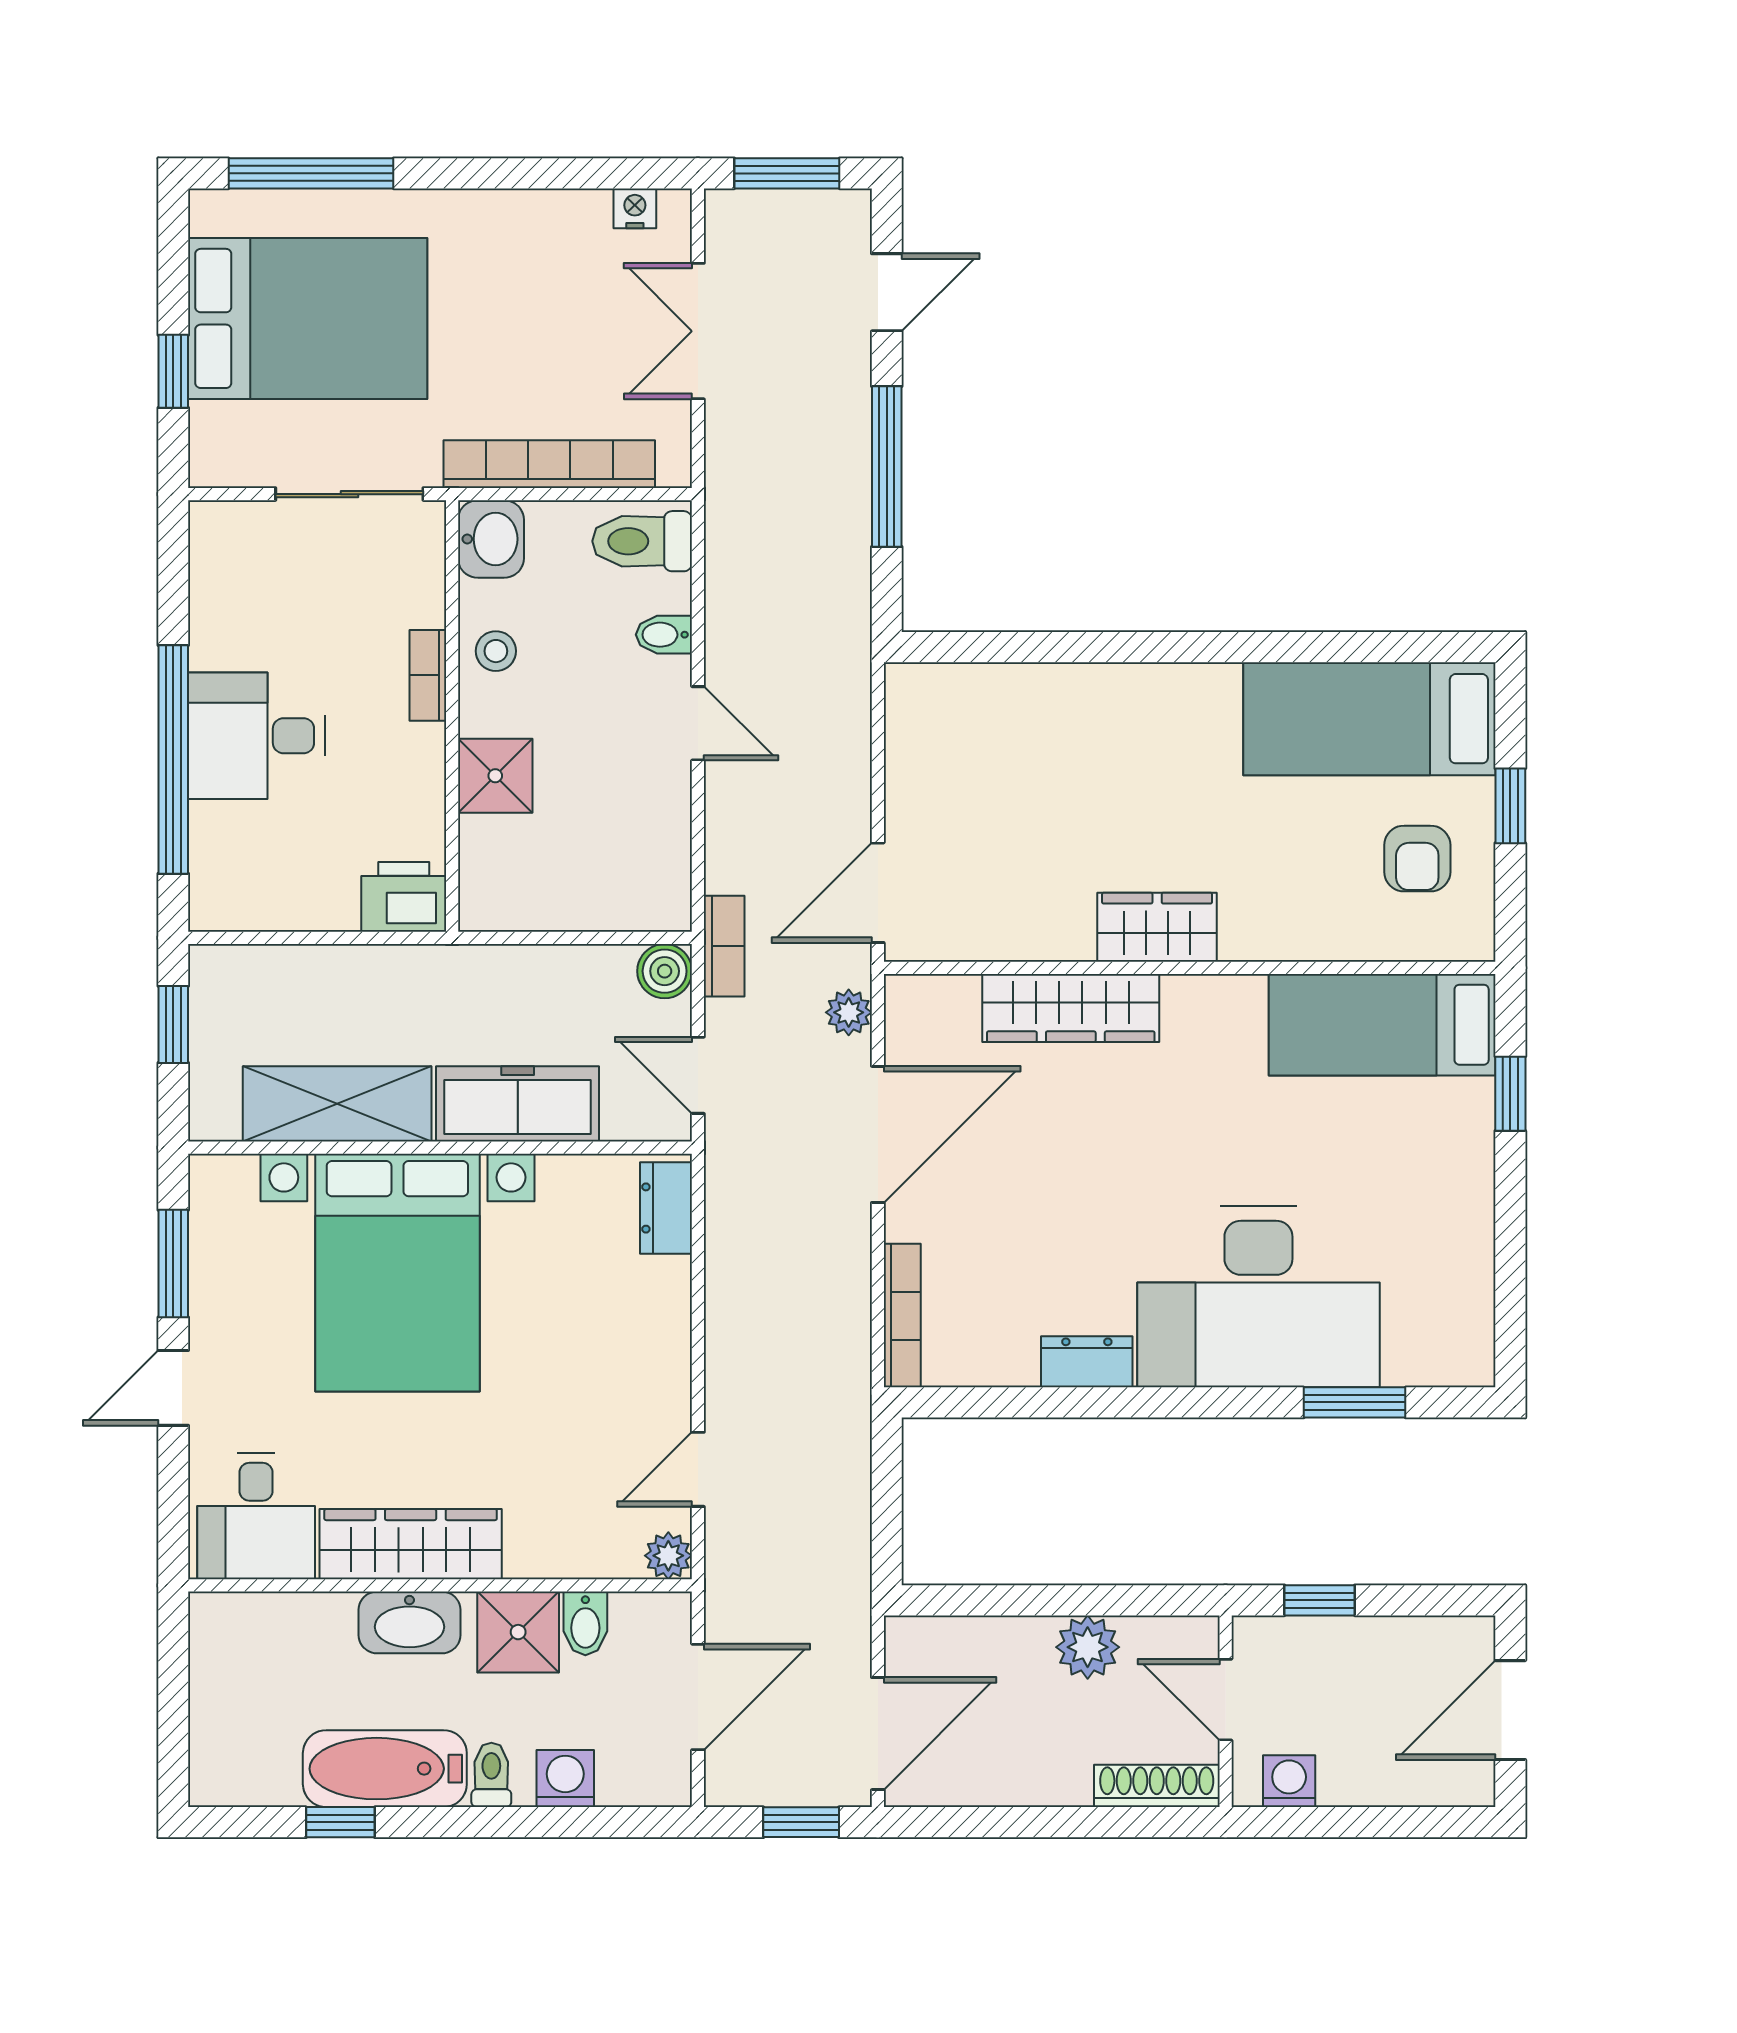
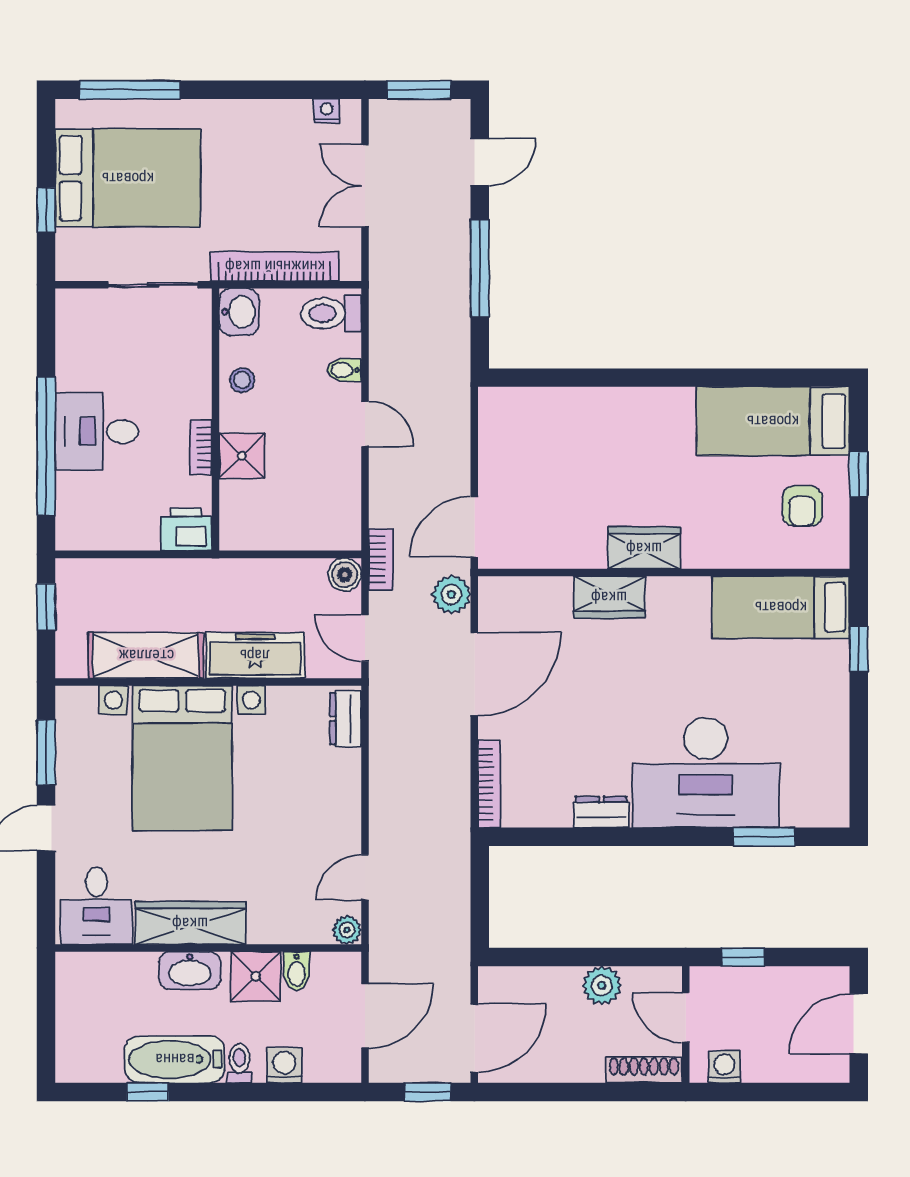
bookcase: (428, 675) -> (201, 447), moved
wardrobe: (1071, 1008) -> (609, 597), width x0.67
plant: (849, 1012) -> (451, 594), width x1.38, depth x1.38

